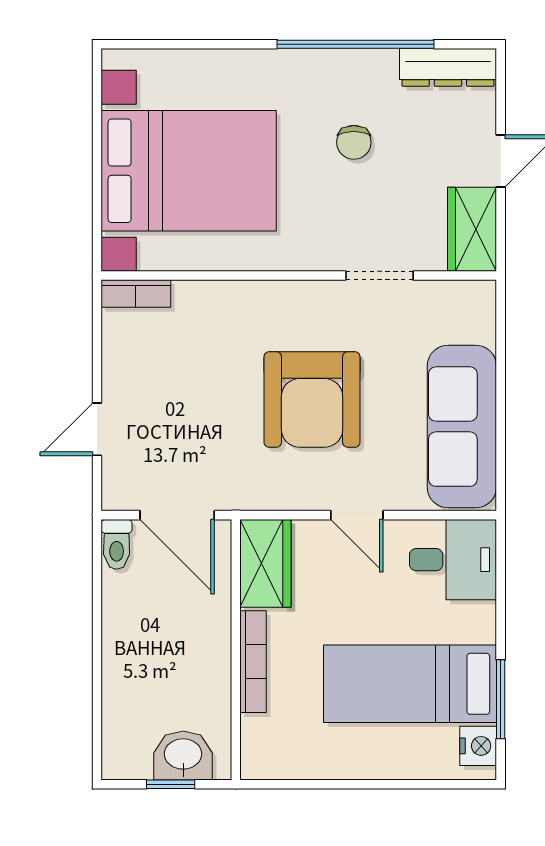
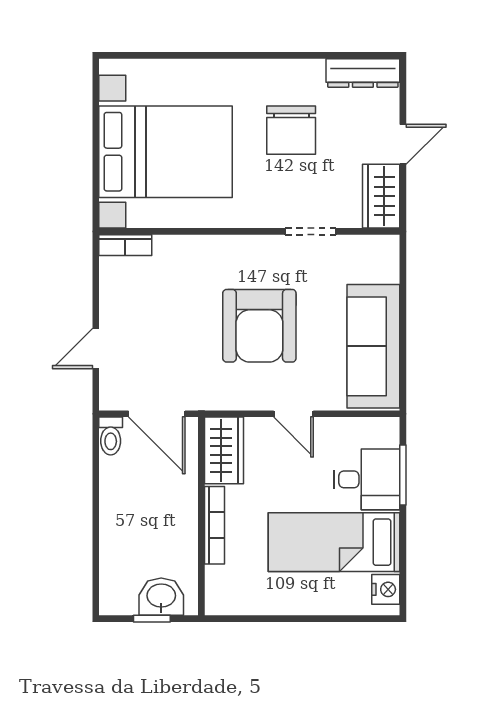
window: (355, 44) -> (292, 55), removed
chair: (354, 142) -> (291, 130), width x1.87, depth x1.87
desk: (453, 560) -> (367, 479), moved
window: (501, 699) -> (403, 475), moved

